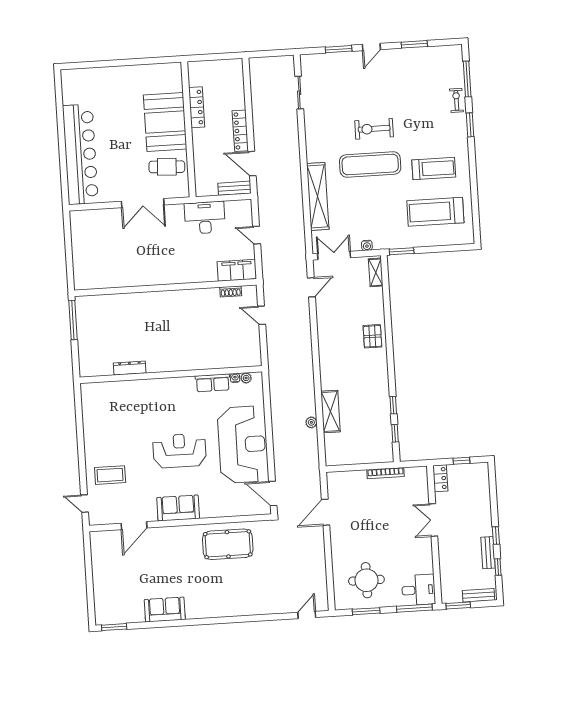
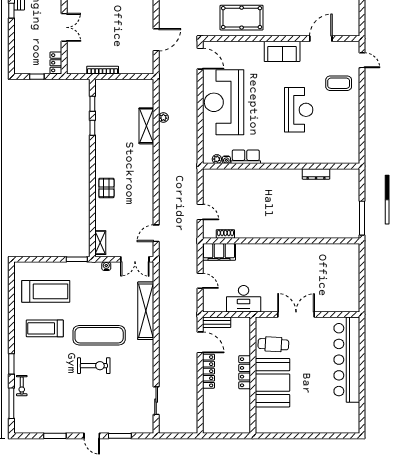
door: (371, 47) -> (92, 436), swing flipped
locker: (197, 107) -> (245, 372), moved
reception desk: (179, 451) -> (299, 110), moved, turned -90

